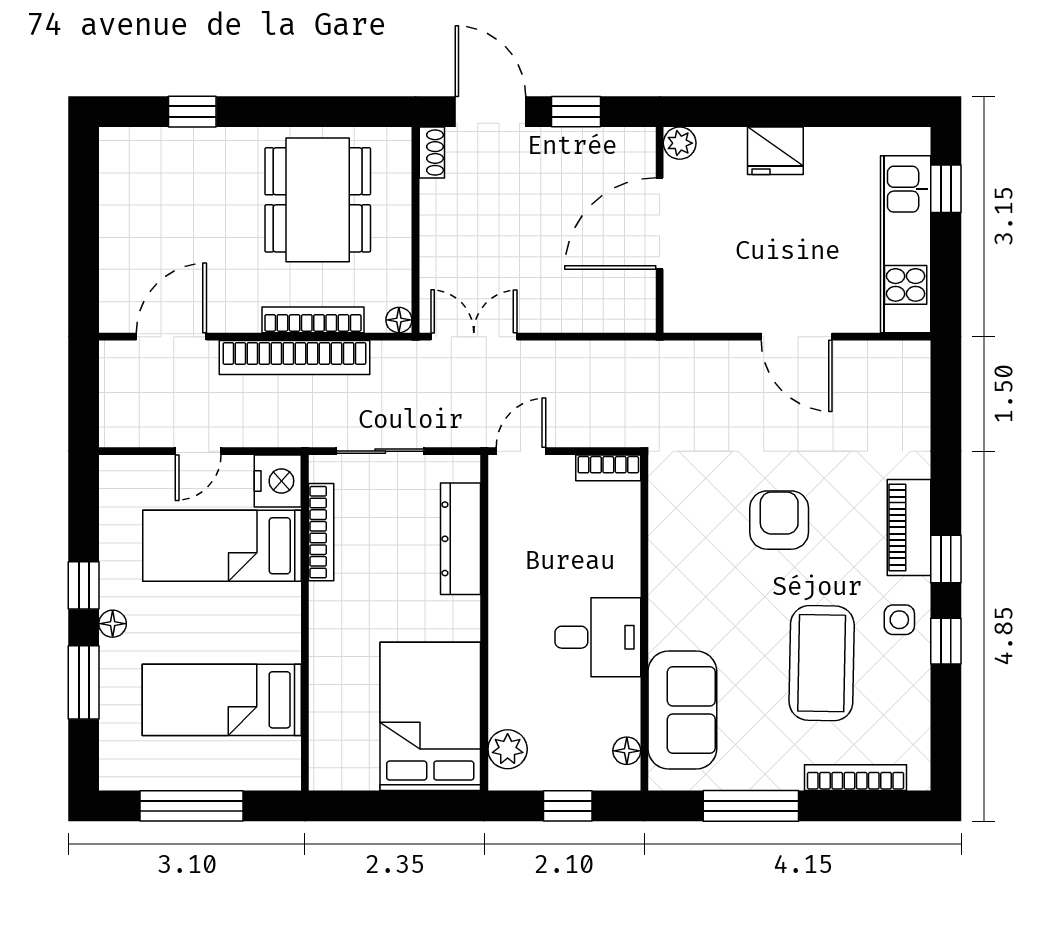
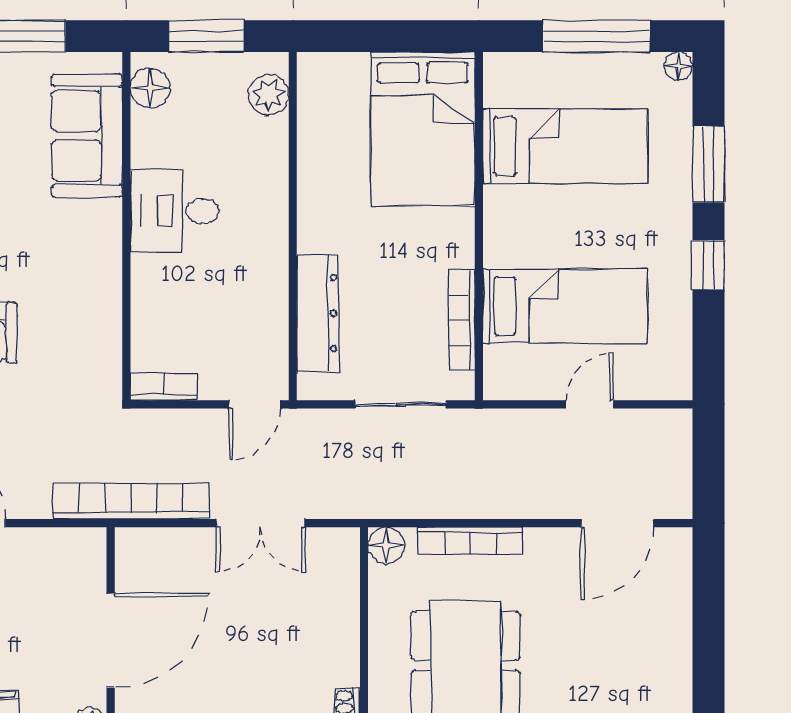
floor lamp: (399, 320) -> (386, 545), width x1.37, depth x1.37
double door: (474, 337) -> (261, 523), moved
bookcase: (294, 358) -> (131, 501), moved
nightstand: (278, 481) -> (507, 373), removed
floor lamp: (113, 624) -> (678, 66), moved
bed: (430, 716) -> (423, 129), moved
floor lamp: (627, 751) -> (150, 88), width x1.37, depth x1.37
window: (568, 806) -> (206, 36), width x1.50

